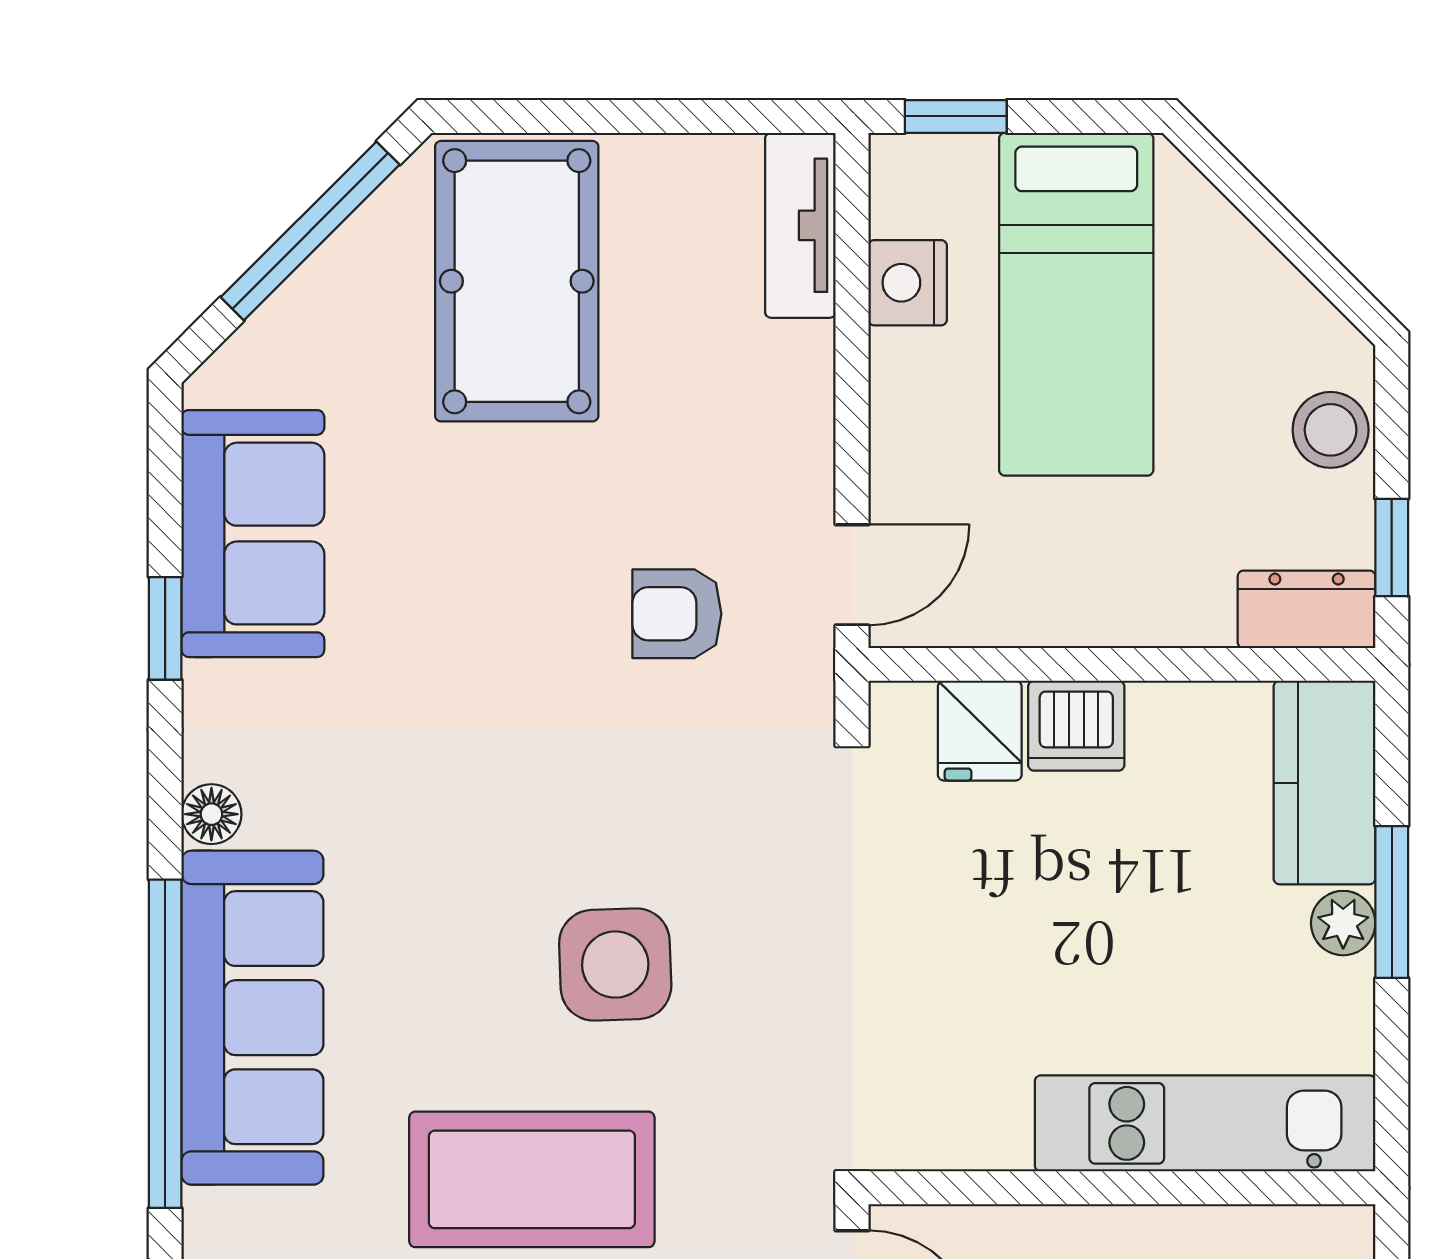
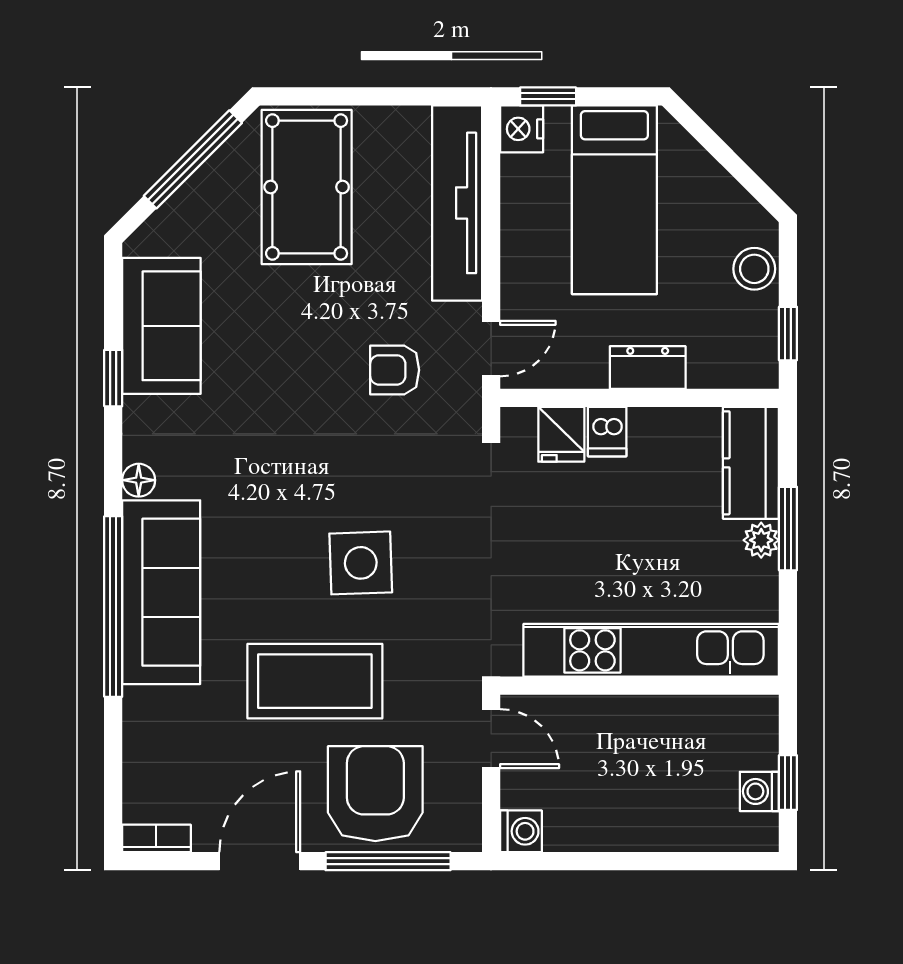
tv unit: (800, 225) -> (457, 203), width x1.92, depth x1.29
nightstand: (908, 283) -> (522, 129), moved
dresser: (1307, 609) -> (648, 368), moved
dishwasher: (1076, 726) -> (607, 432), width x0.73
kitchen unit: (1205, 1123) -> (651, 650), width x1.36

